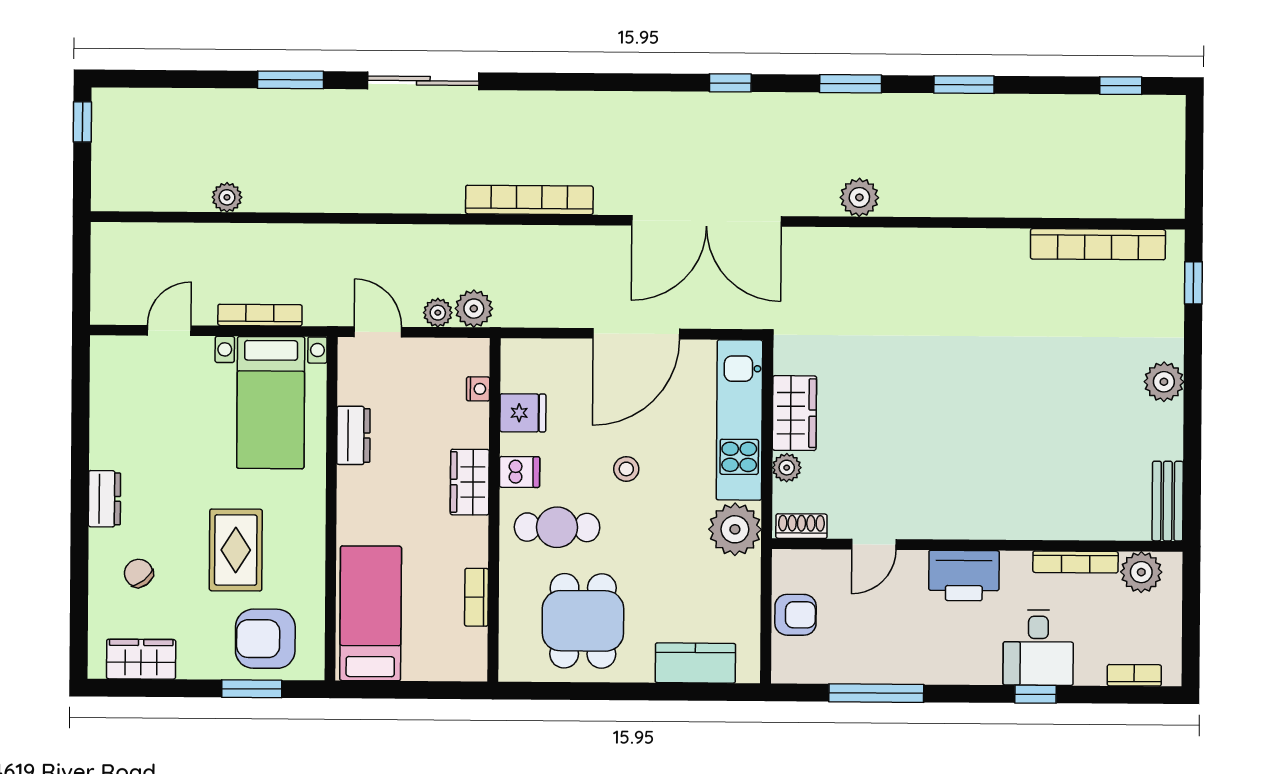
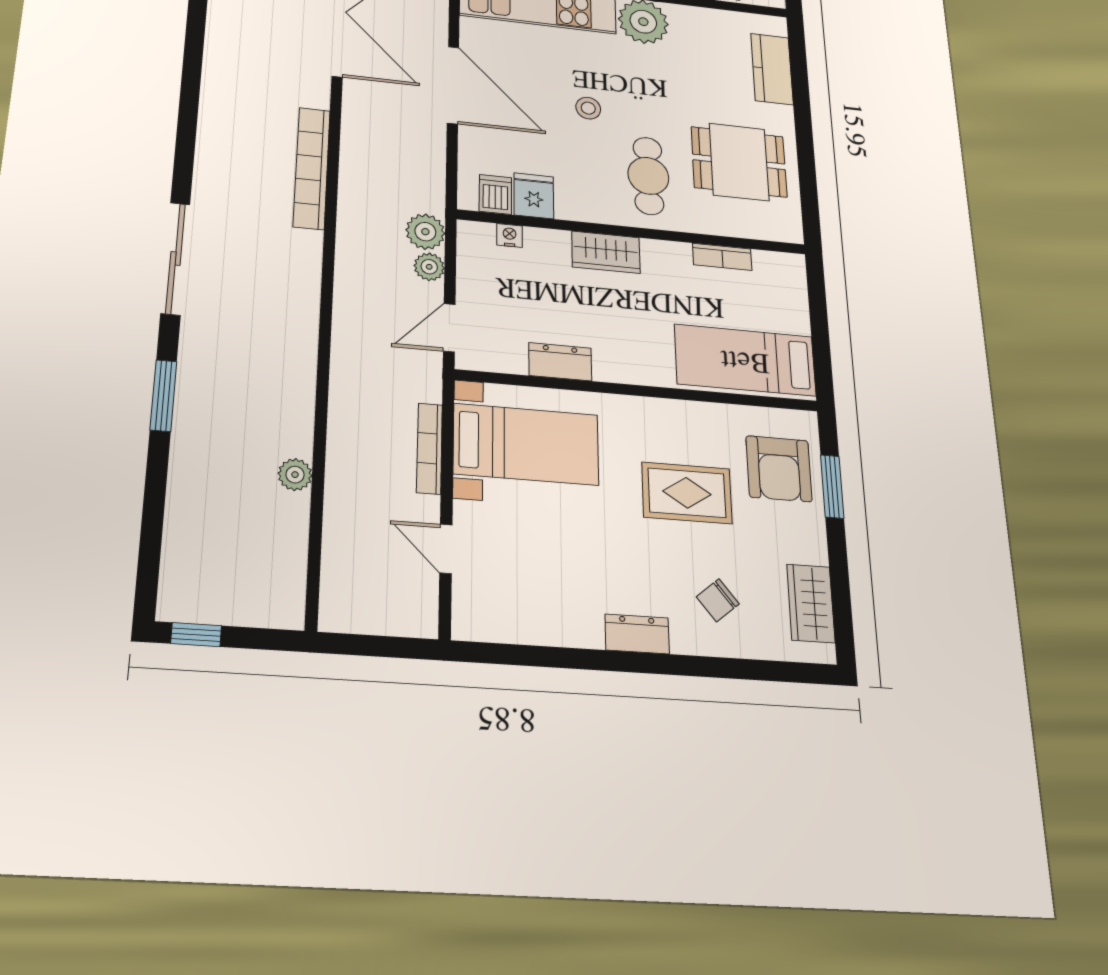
dishwasher: (520, 472) -> (495, 194), moved

